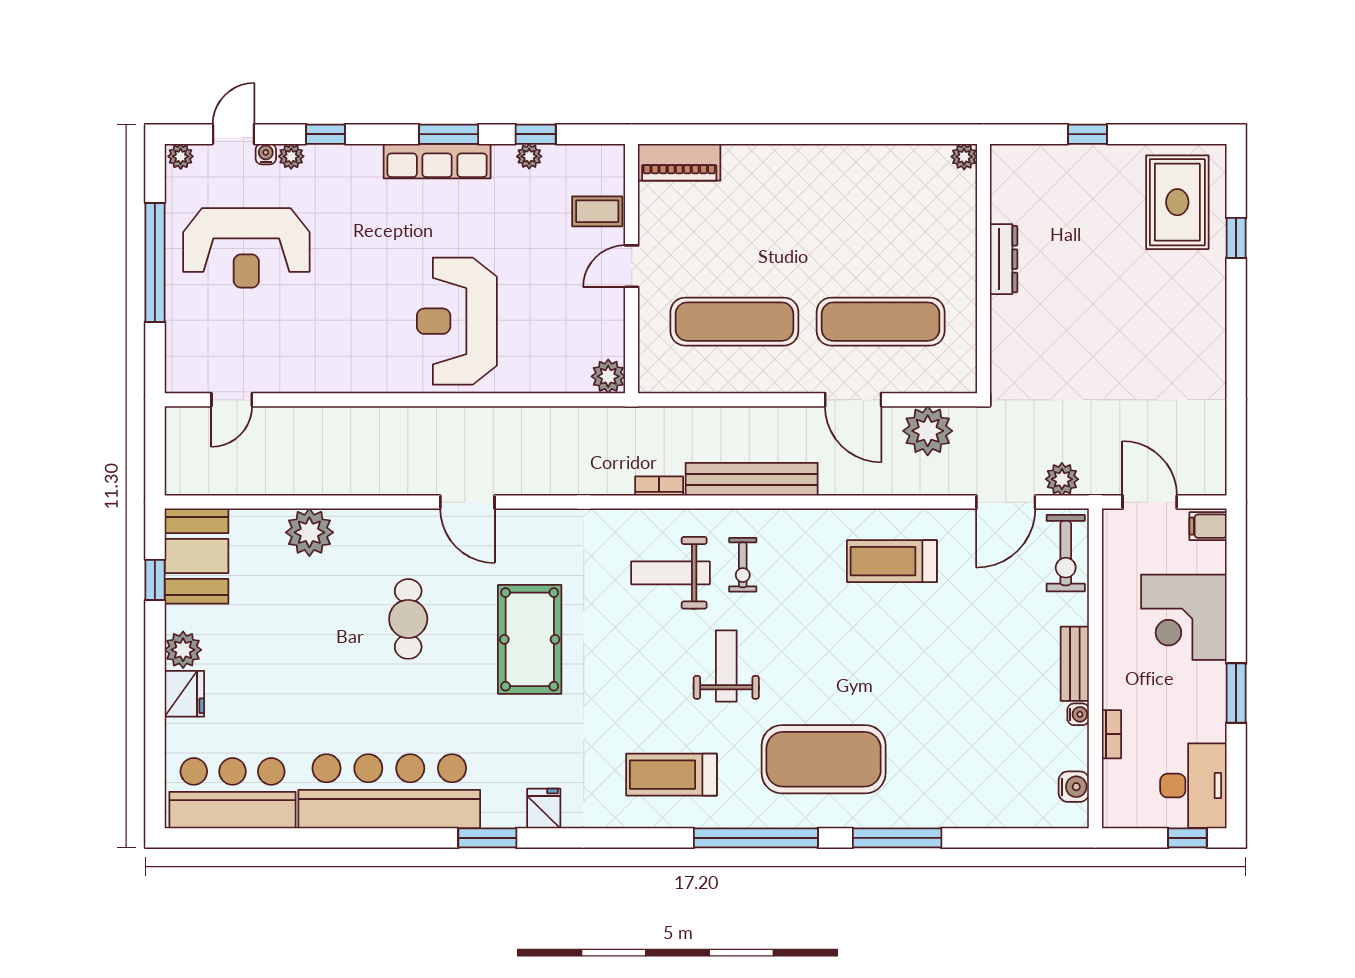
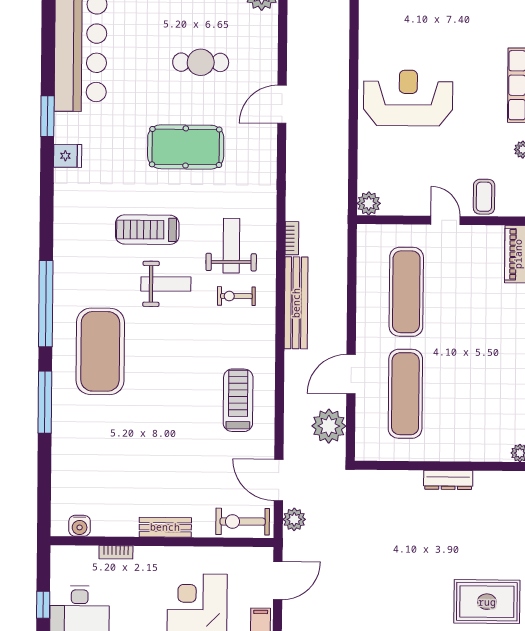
water cooler: (1078, 714) -> (130, 529), removed
treadmill: (671, 775) -> (147, 230), moved, turned -90

